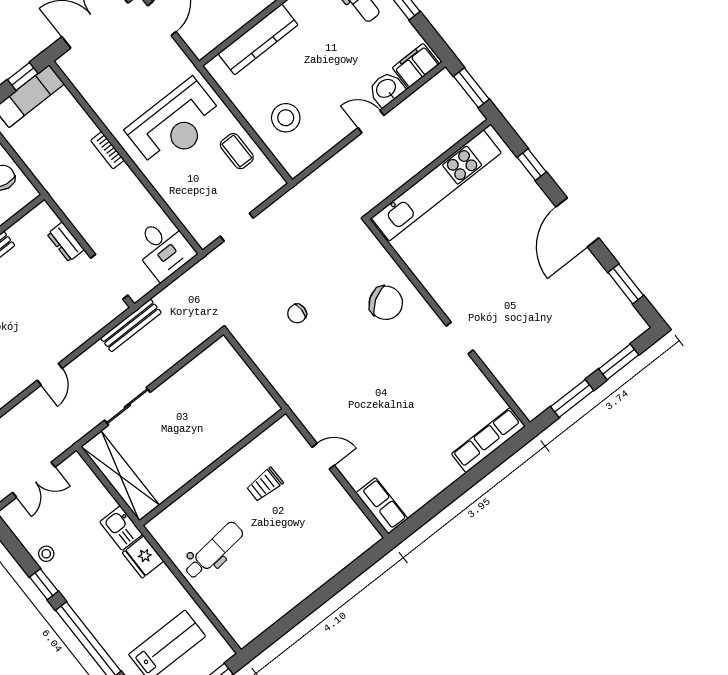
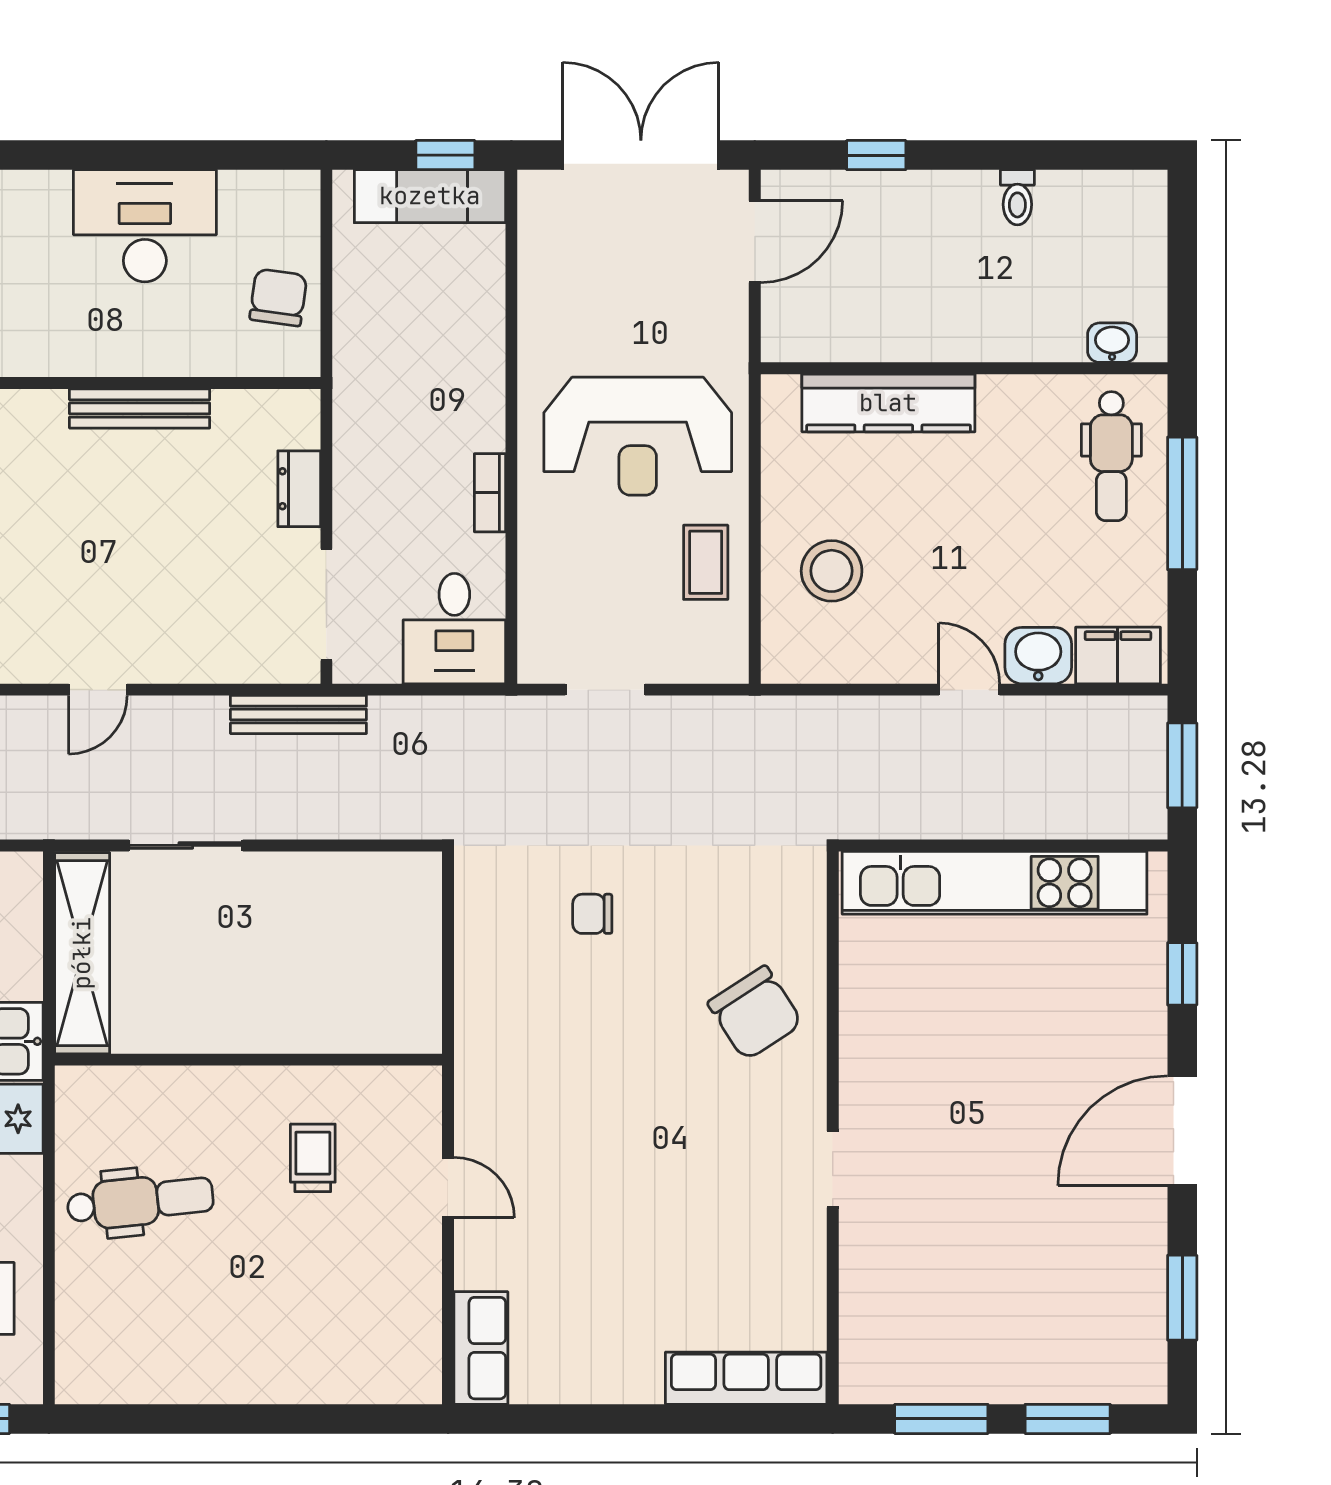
bookcase: (107, 150) -> (490, 493), moved
trolley: (265, 485) -> (313, 1158), turned 90

